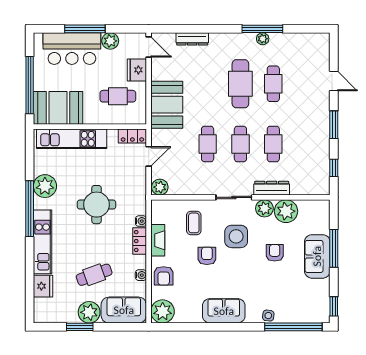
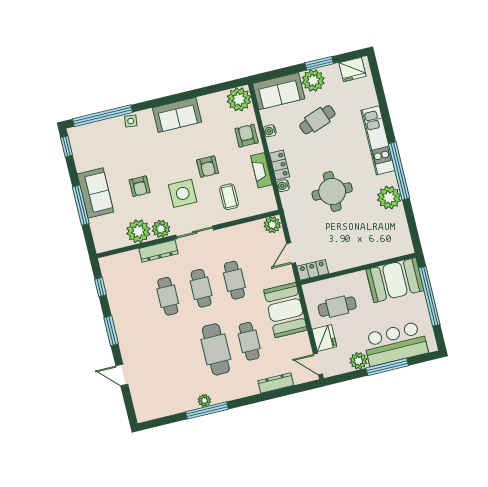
cafe table: (273, 84) -> (249, 341), moved
kitchen unit: (72, 139) -> (374, 252), removed
fridge: (43, 286) -> (353, 70), moved, turned -90

